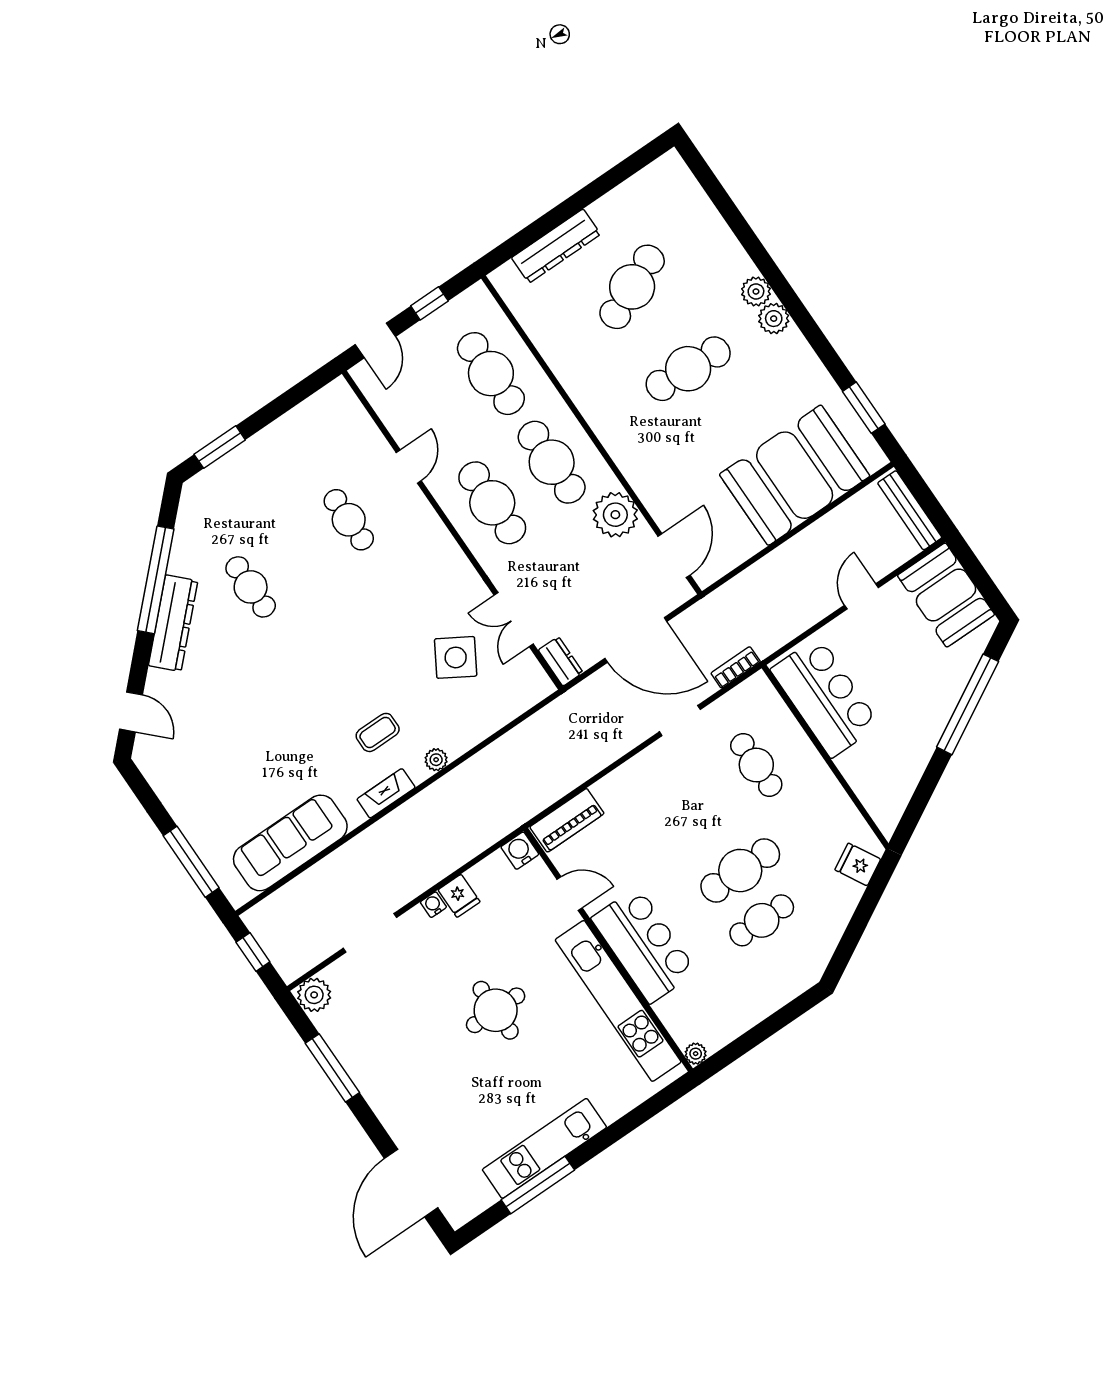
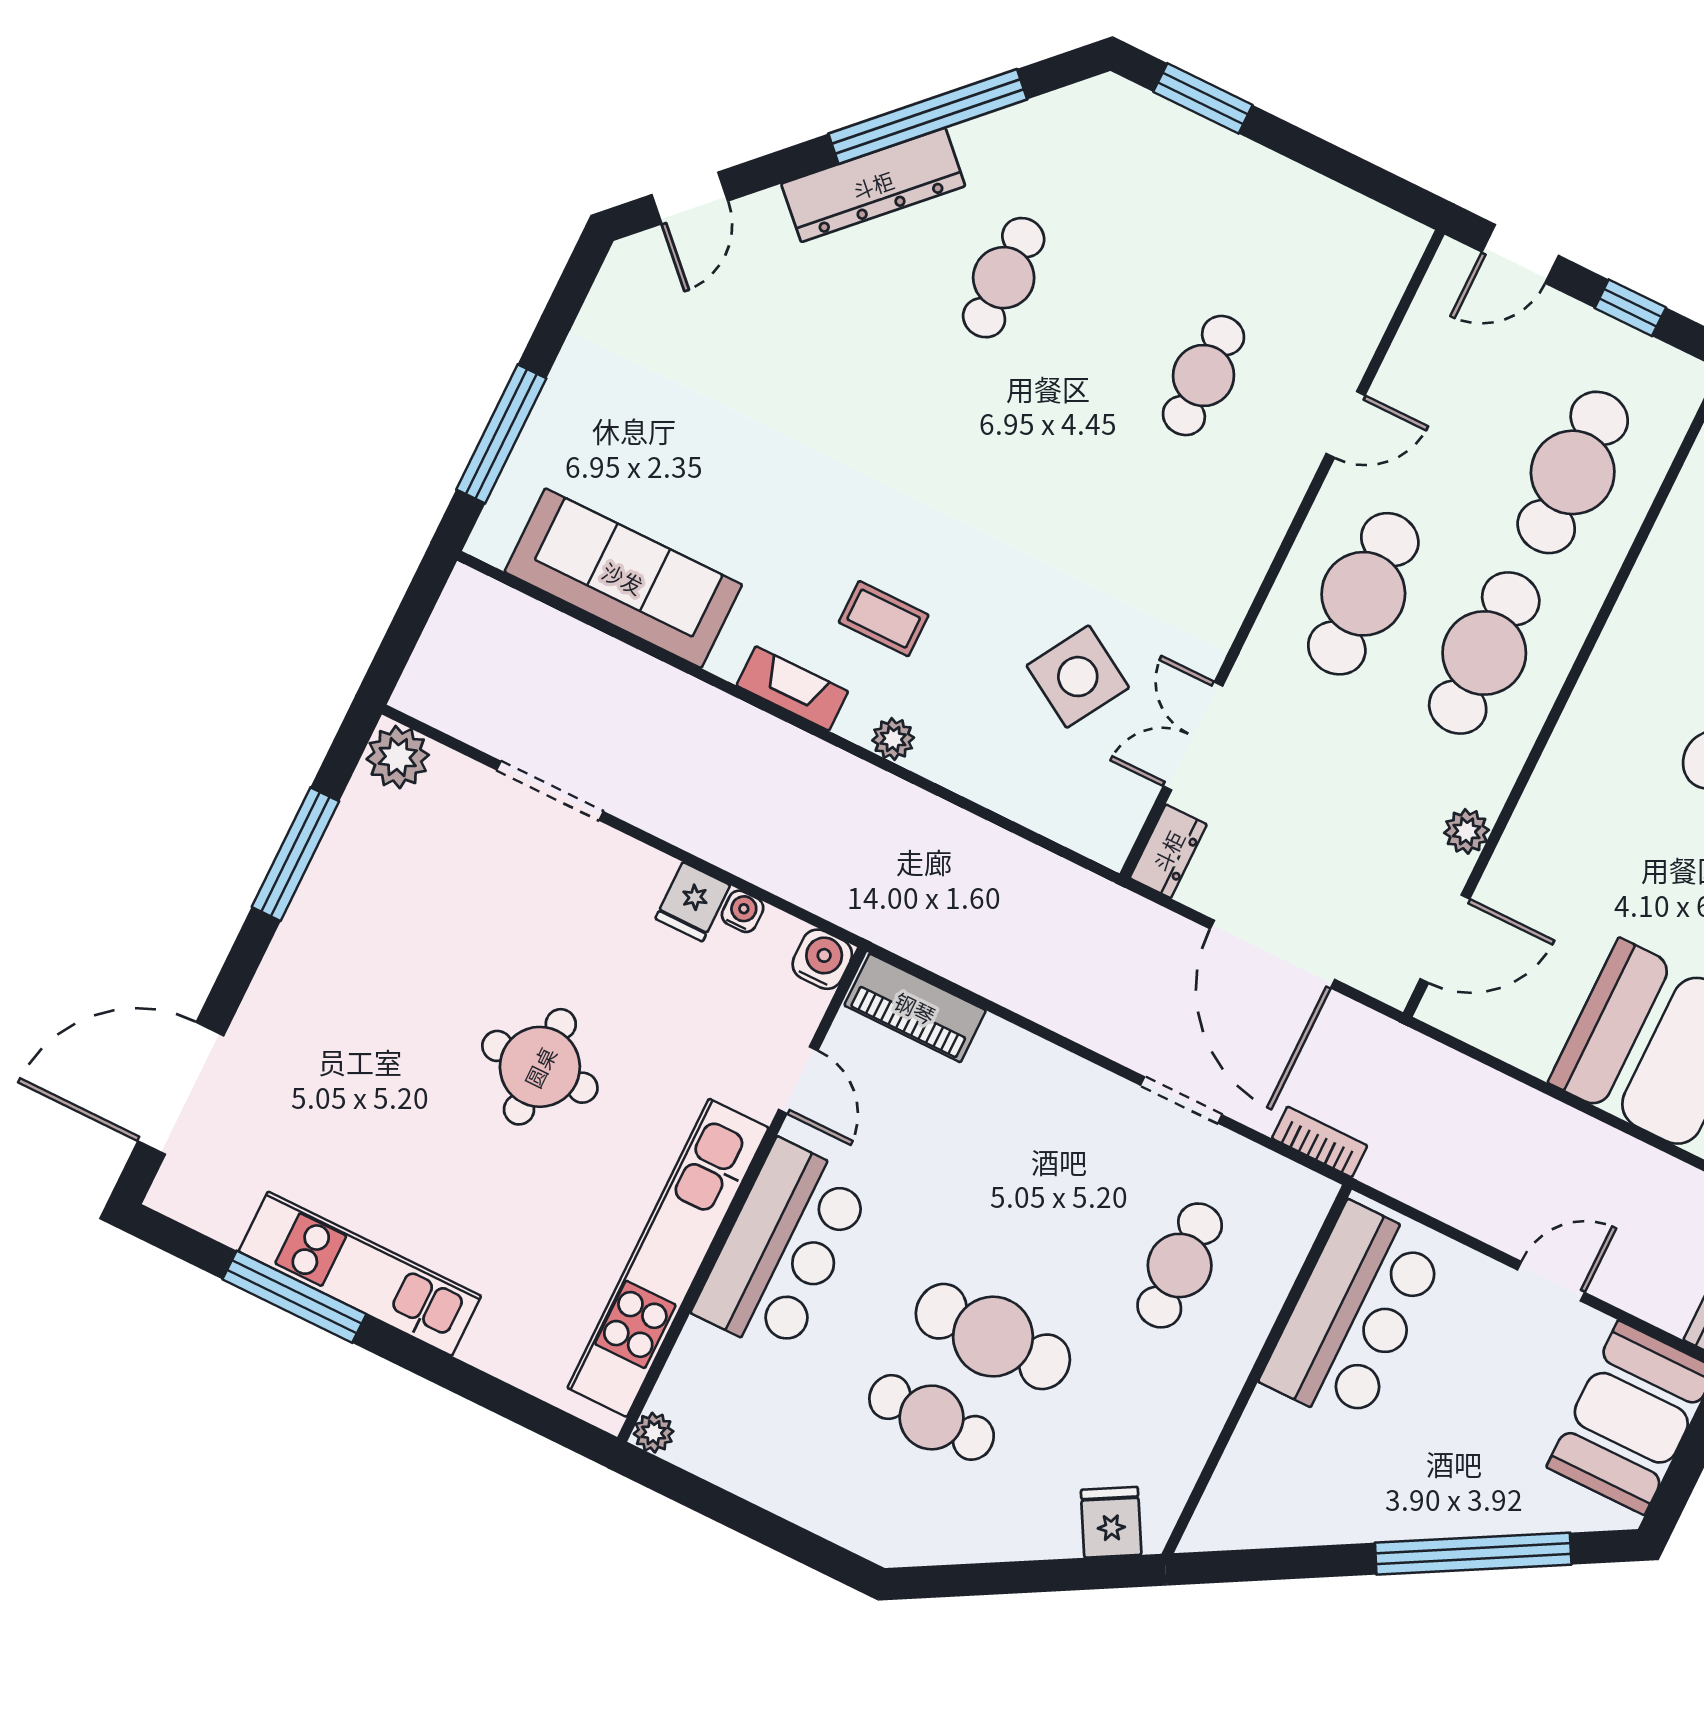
plant: (615, 515) -> (1467, 831), width x0.53, depth x0.53
water cooler: (433, 905) -> (743, 911), moved
window: (253, 952) -> (411, 618), removed

